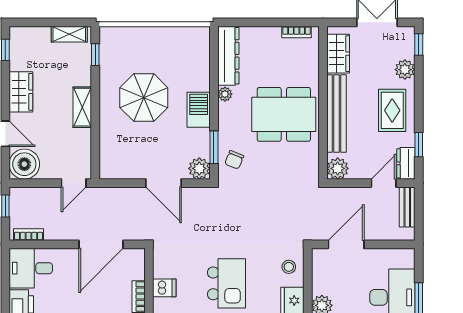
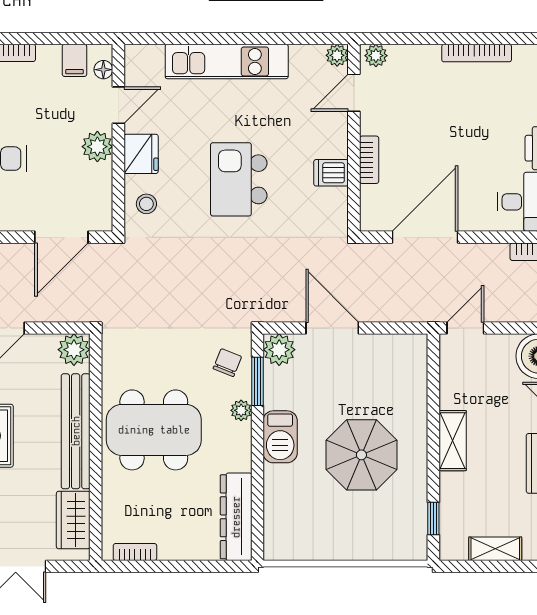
shelving: (69, 34) -> (495, 549), moved
plant: (225, 94) -> (241, 410), moved

